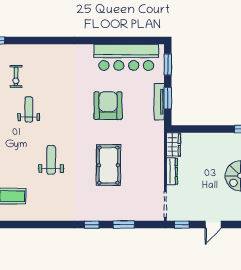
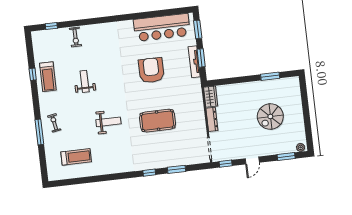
exercise bike: (16, 77) -> (75, 37), moved
weight bench: (51, 160) -> (108, 122), turned 90
pool table: (108, 165) -> (158, 121), turned 90

